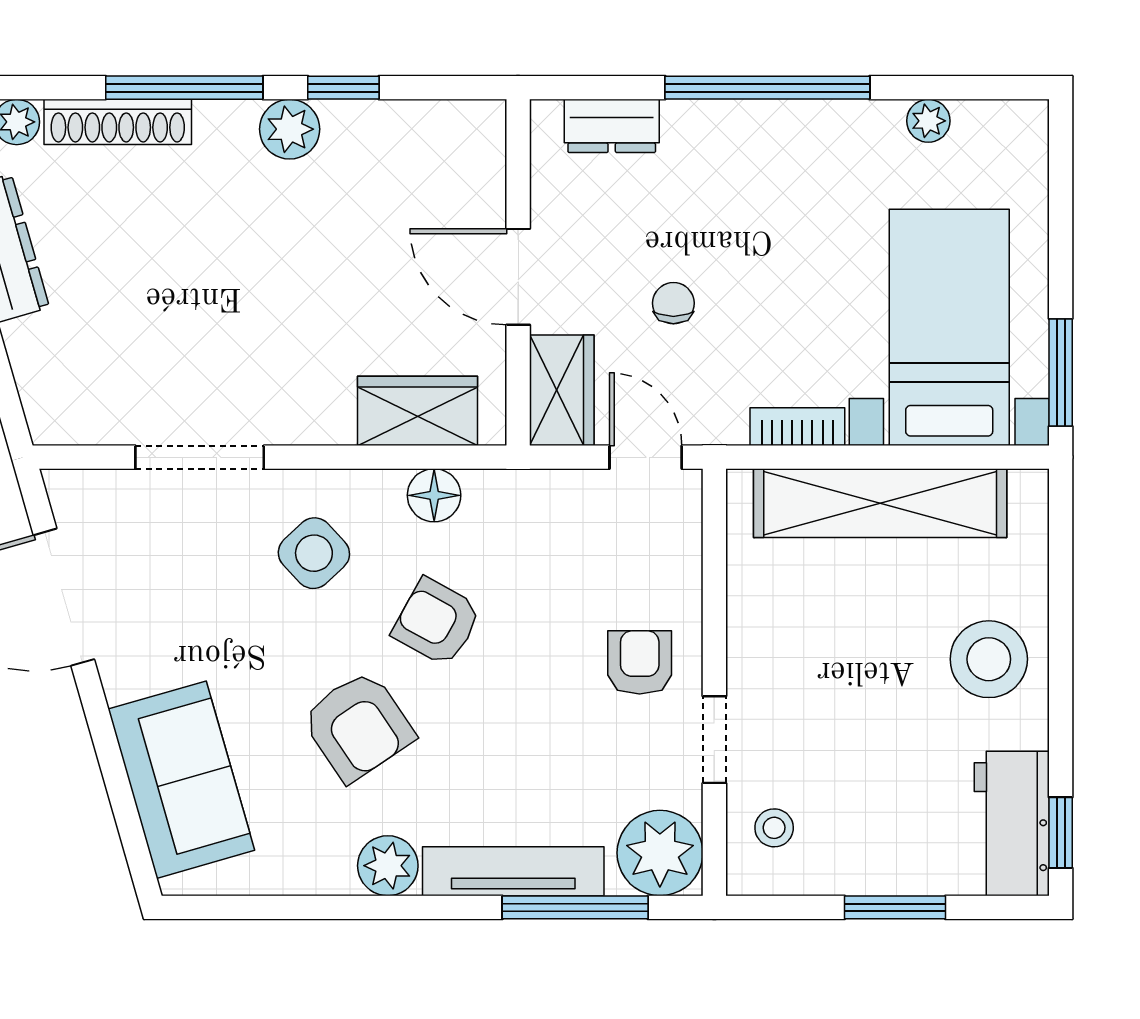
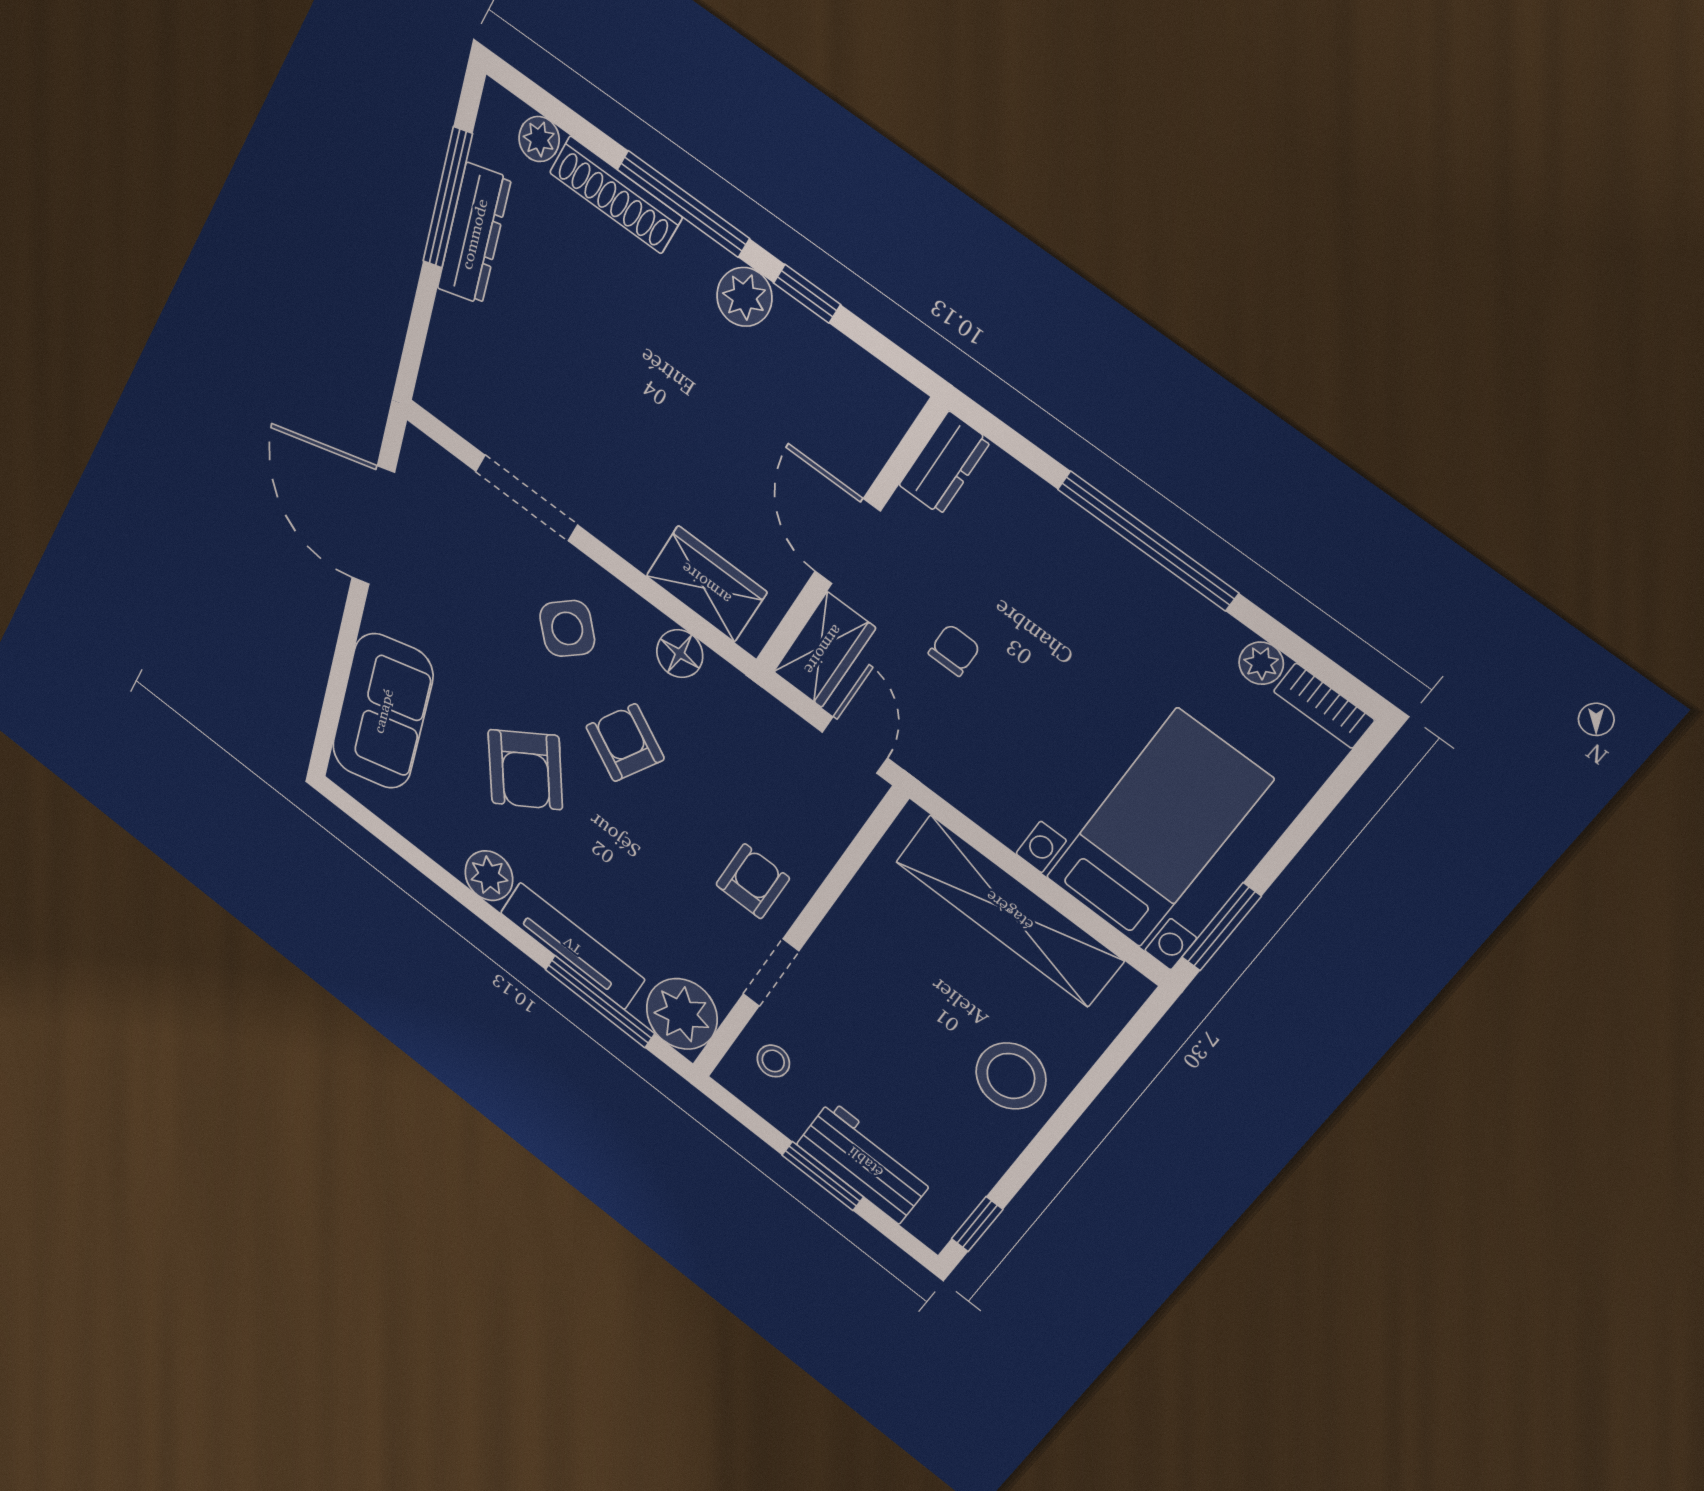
dresser: (612, 126) -> (945, 463), moved, turned -90
bookcase: (797, 427) -> (1324, 706), moved, turned 180
workbench: (1012, 823) -> (865, 1162), moved, turned 90

